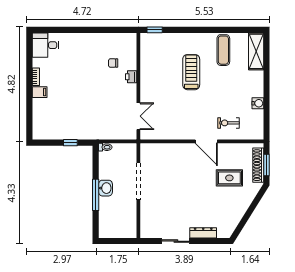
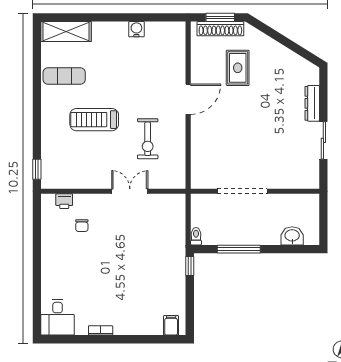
printer: (131, 77) -> (64, 201), moved
filing cabinet: (40, 92) -> (171, 325), moved
double door: (138, 116) -> (130, 191), moved
exercise bike: (228, 123) -> (148, 139), moved, width x1.38, depth x1.39
window: (70, 143) -> (190, 266), moved
washbasin: (105, 188) -> (292, 236), moved
window: (96, 195) -> (239, 249), moved

